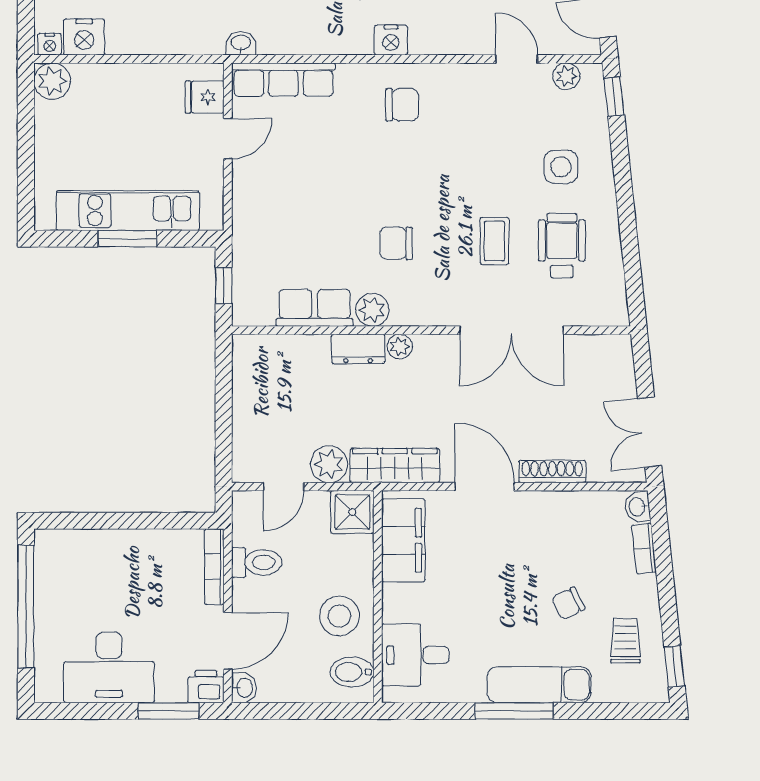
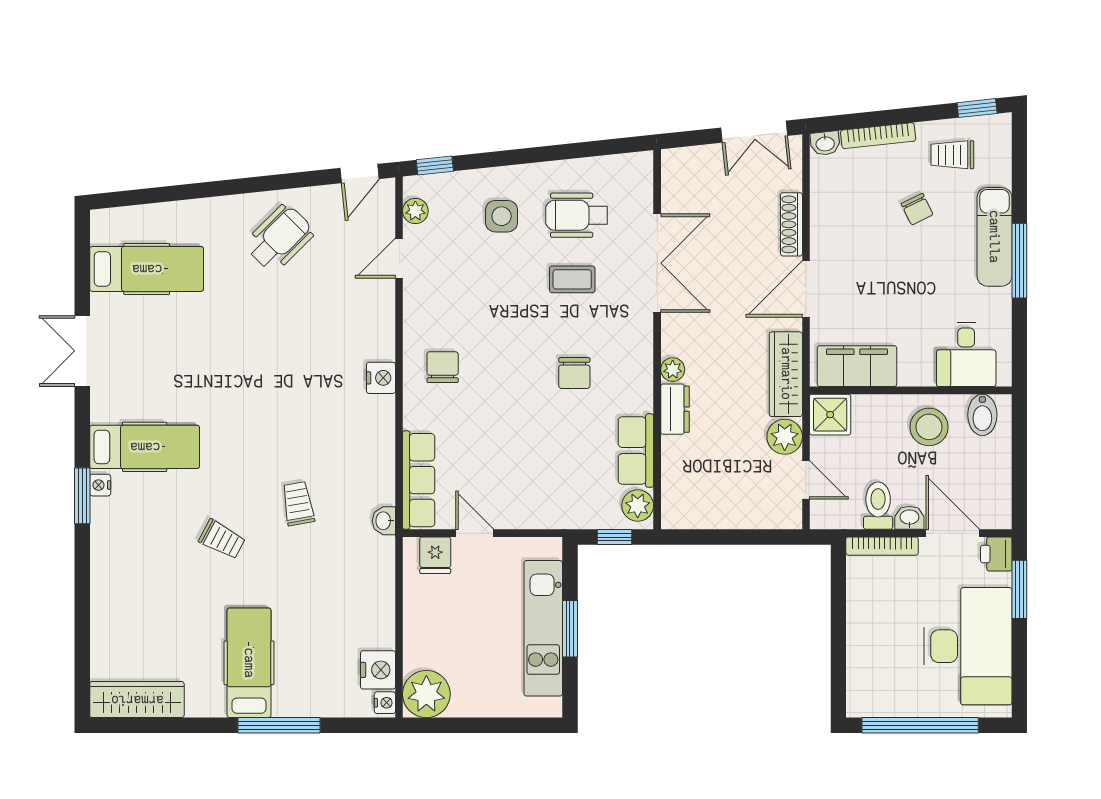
plant: (52, 81) -> (426, 694), width x1.36, depth x1.36
plant: (372, 310) -> (638, 506), moved
bookcase: (644, 549) -> (878, 136), width x1.56
desk: (109, 667) -> (968, 646), width x1.36, depth x1.30
washbasin: (244, 688) -> (909, 518), moved

